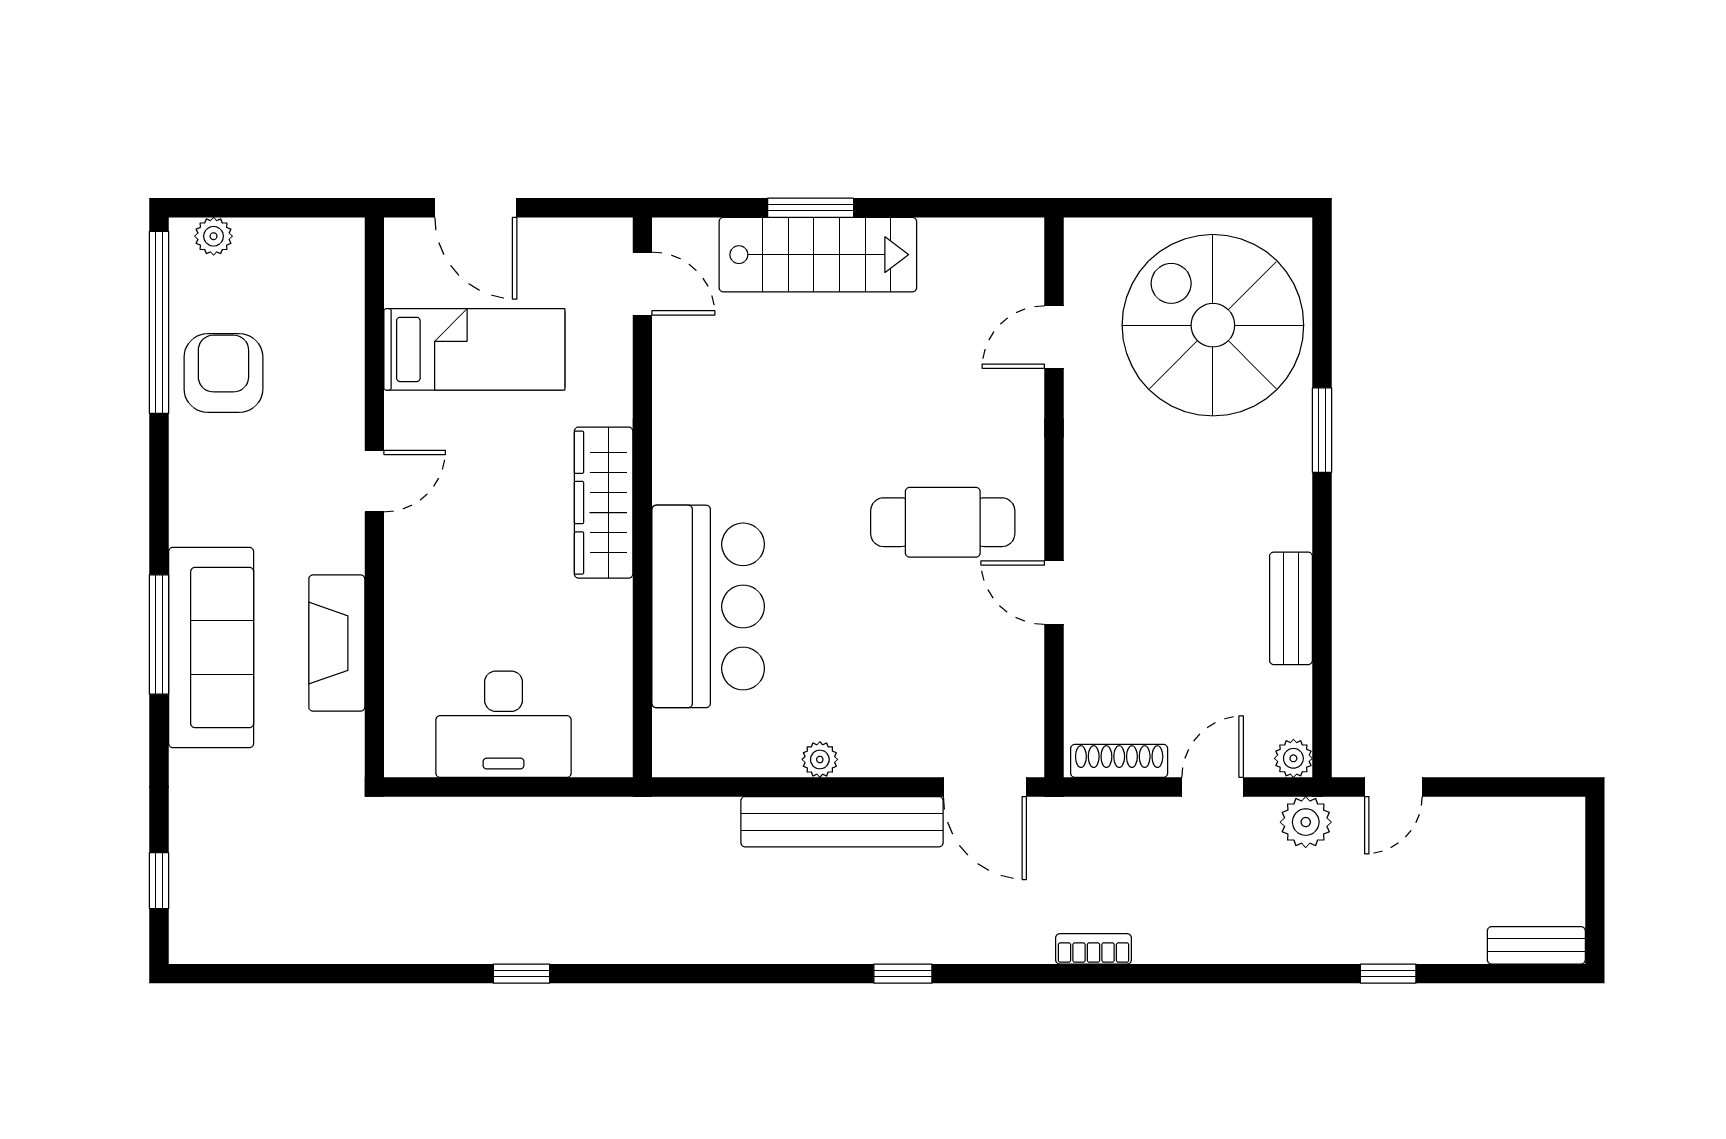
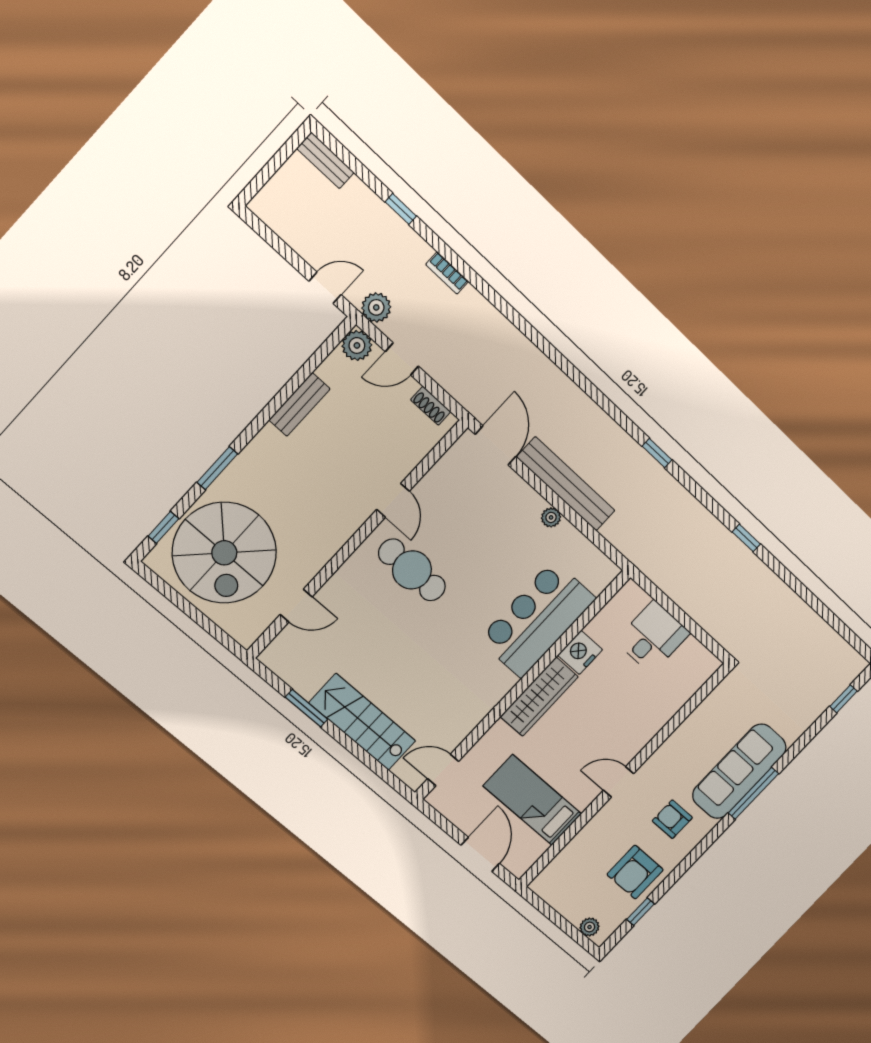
window: (811, 208) -> (307, 708), moved
door: (642, 284) -> (443, 770), hinge flipped
window: (1322, 289) -> (163, 527), added
window: (159, 322) -> (640, 912), width x0.32
armchair: (243, 495) -> (672, 819), added
nightstand: (604, 614) -> (580, 652), added
fireplace: (337, 643) -> (692, 732), removed
desk: (503, 724) -> (653, 637), width x0.73
plant: (1293, 758) -> (357, 345), width x1.38, depth x1.38
shoe rack: (1119, 761) -> (431, 406), width x0.70
bookcase: (1094, 949) -> (447, 273), moved
window: (903, 974) -> (657, 453), moved

